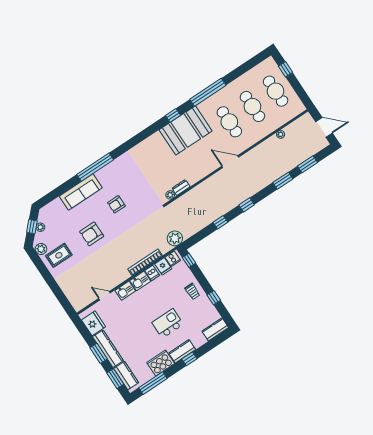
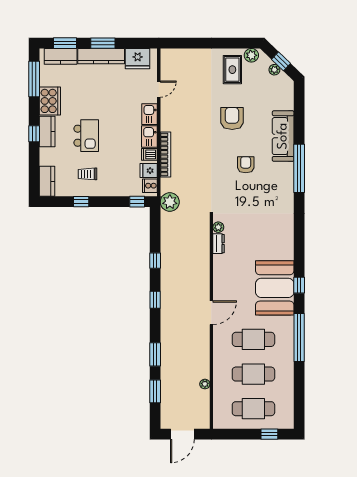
trolley: (192, 291) -> (88, 174), moved

